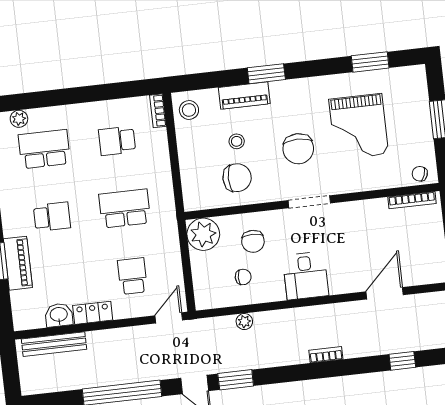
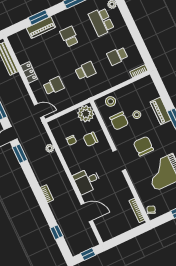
stool: (189, 110) -> (111, 101), moved
school desk: (117, 141) -> (117, 56), turned -90
school desk: (44, 149) -> (101, 22), turned 180
chair: (298, 149) -> (143, 146), turned 90
school desk: (125, 208) -> (85, 71), width x0.54
school desk: (52, 217) -> (69, 37), turned 180
desk: (306, 276) -> (87, 181), moved
washbasin: (59, 315) -> (22, 56), removed

